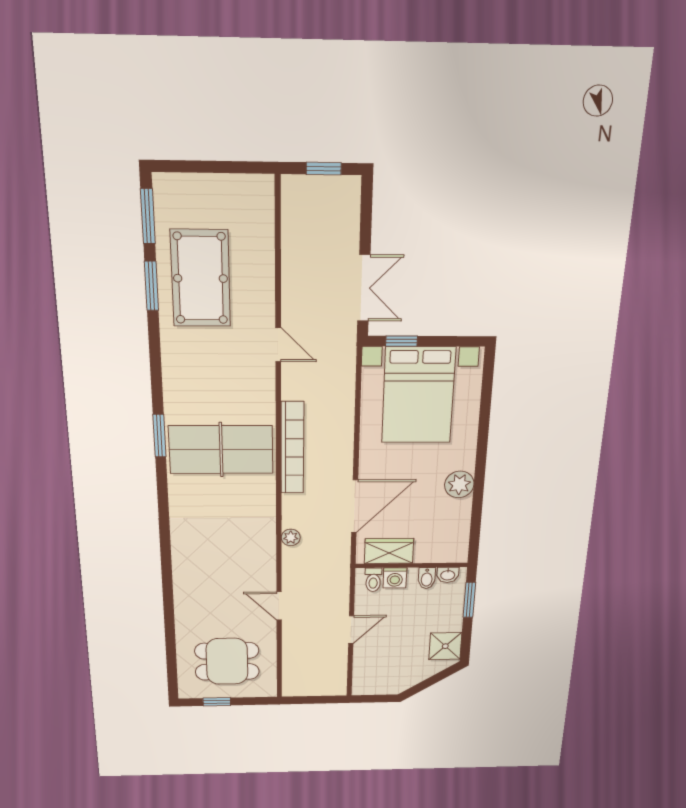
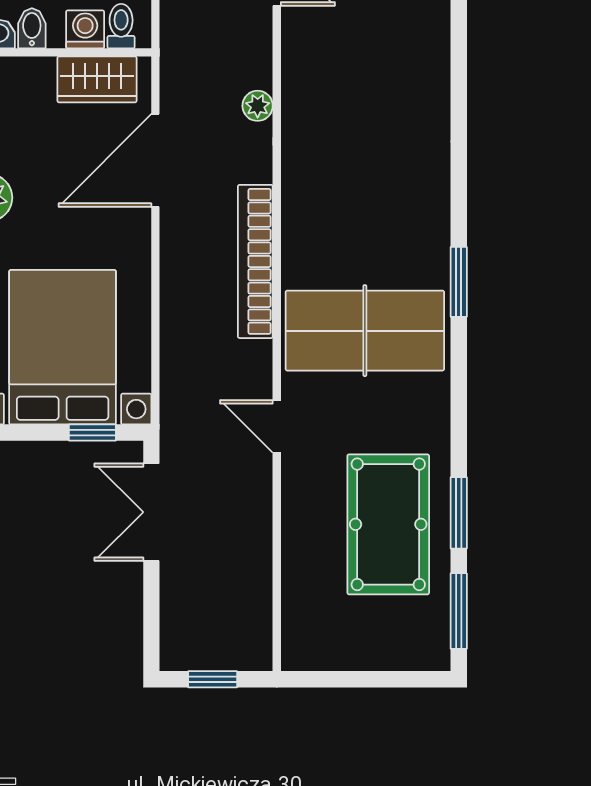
table tennis table: (221, 450) -> (365, 331), moved

